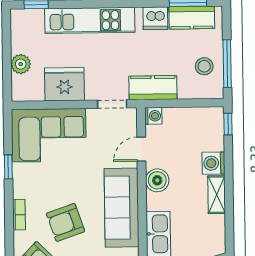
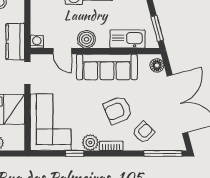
plant: (23, 187) -> (90, 142), added
armchair: (66, 222) -> (118, 110), turned 86

